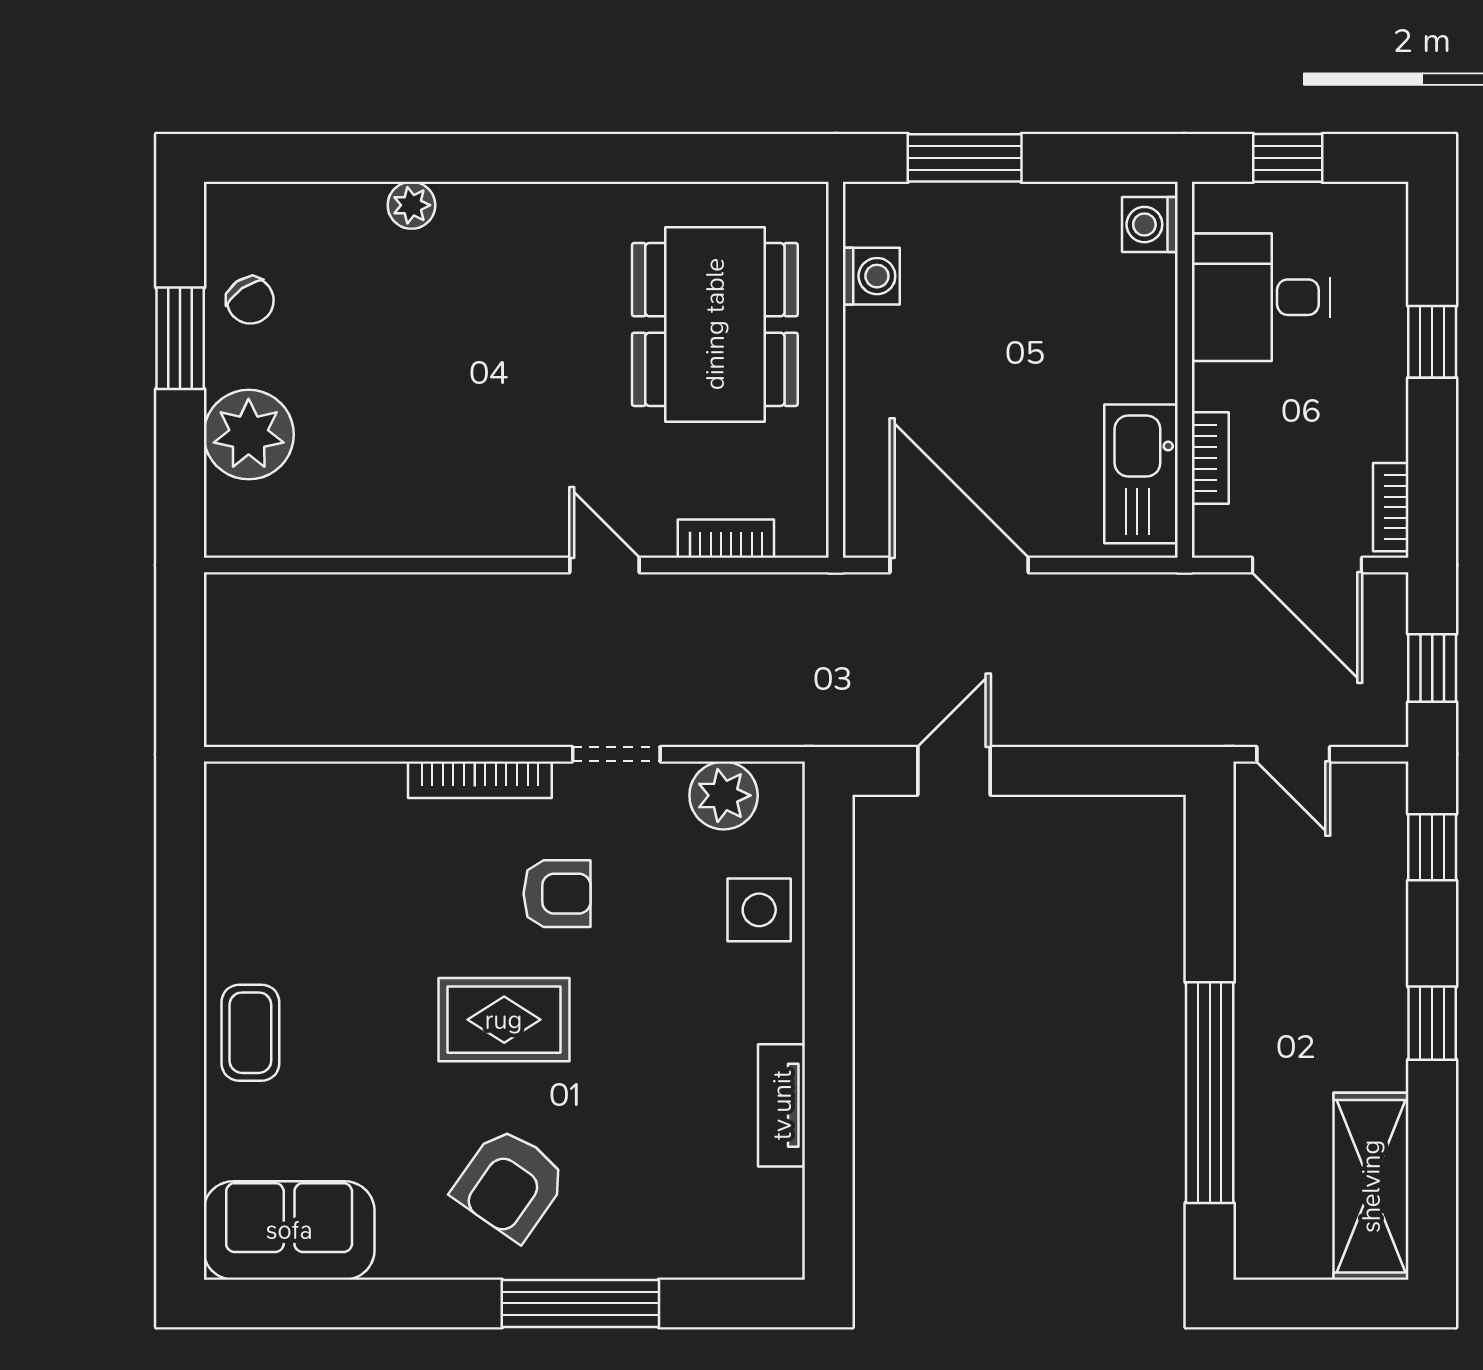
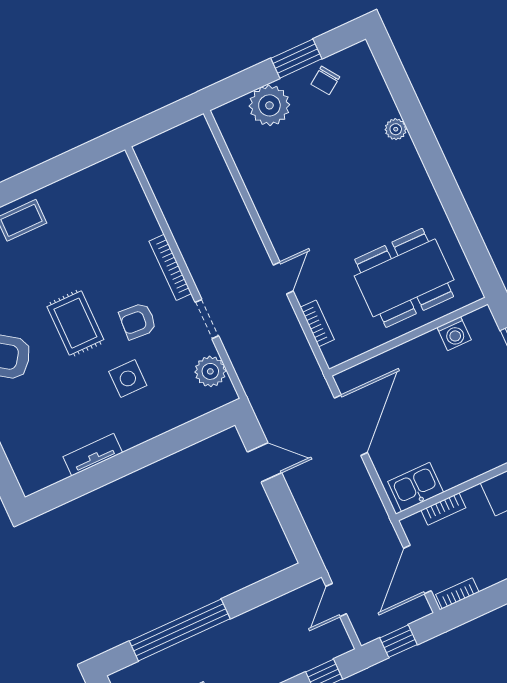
kitchen sink: (1141, 474) -> (416, 487), width x0.73
armchair: (557, 894) -> (138, 321), turned 94
side table: (759, 910) -> (128, 378), moved

